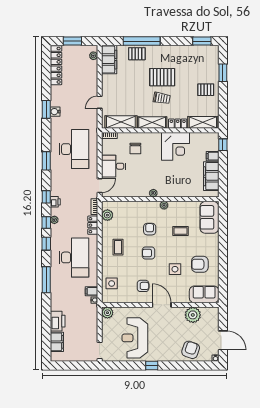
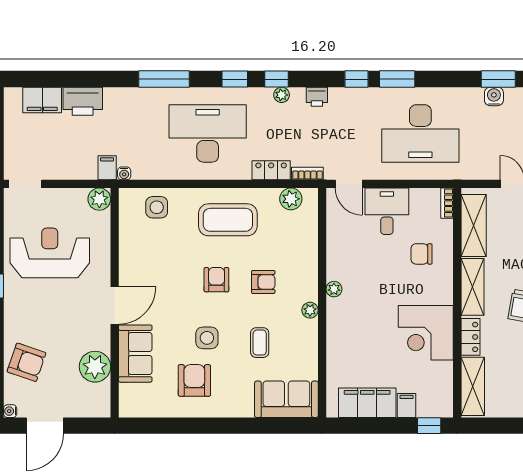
window: (46, 197) -> (356, 79), moved
coffee table: (118, 247) -> (228, 220), width x1.86, depth x1.72
desk: (74, 257) -> (208, 133), turned 180
side table: (175, 269) -> (207, 338), moved
armchair: (143, 286) -> (152, 269), removed
filing cabinet: (91, 291) -> (107, 168), moved
sofa: (204, 294) -> (135, 354), moved

